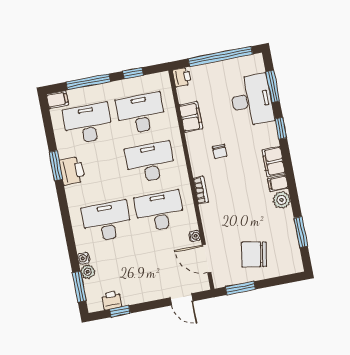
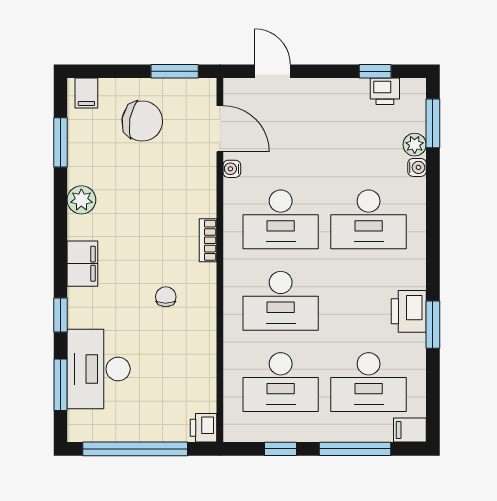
filing cabinet: (191, 117) -> (201, 361), removed
filing cabinet: (278, 183) -> (86, 93), moved, turned 90

